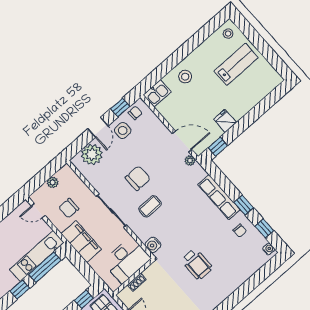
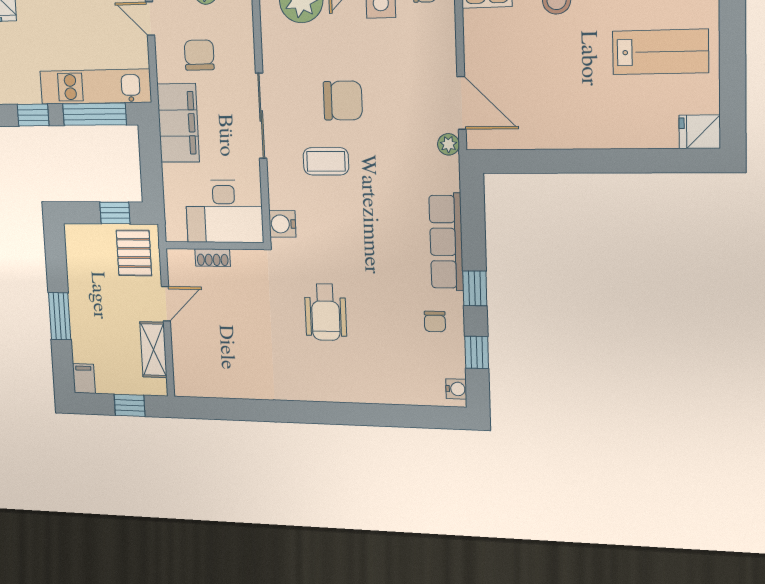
fridge: (225, 121) -> (700, 132), moved, turned -90
window: (218, 147) -> (512, 161), removed
chair: (69, 208) -> (199, 55), turned 90

